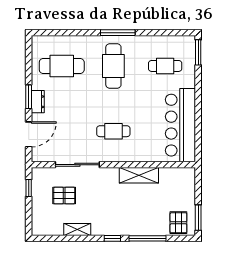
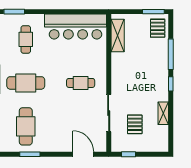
window: (29, 97) -> (30, 154), moved
dresser: (38, 102) -> (56, 147), removed
cafe table: (113, 131) -> (81, 83), turned 90
shelving: (139, 175) -> (118, 36), moved
pallet: (178, 223) -> (158, 28), turned 90

